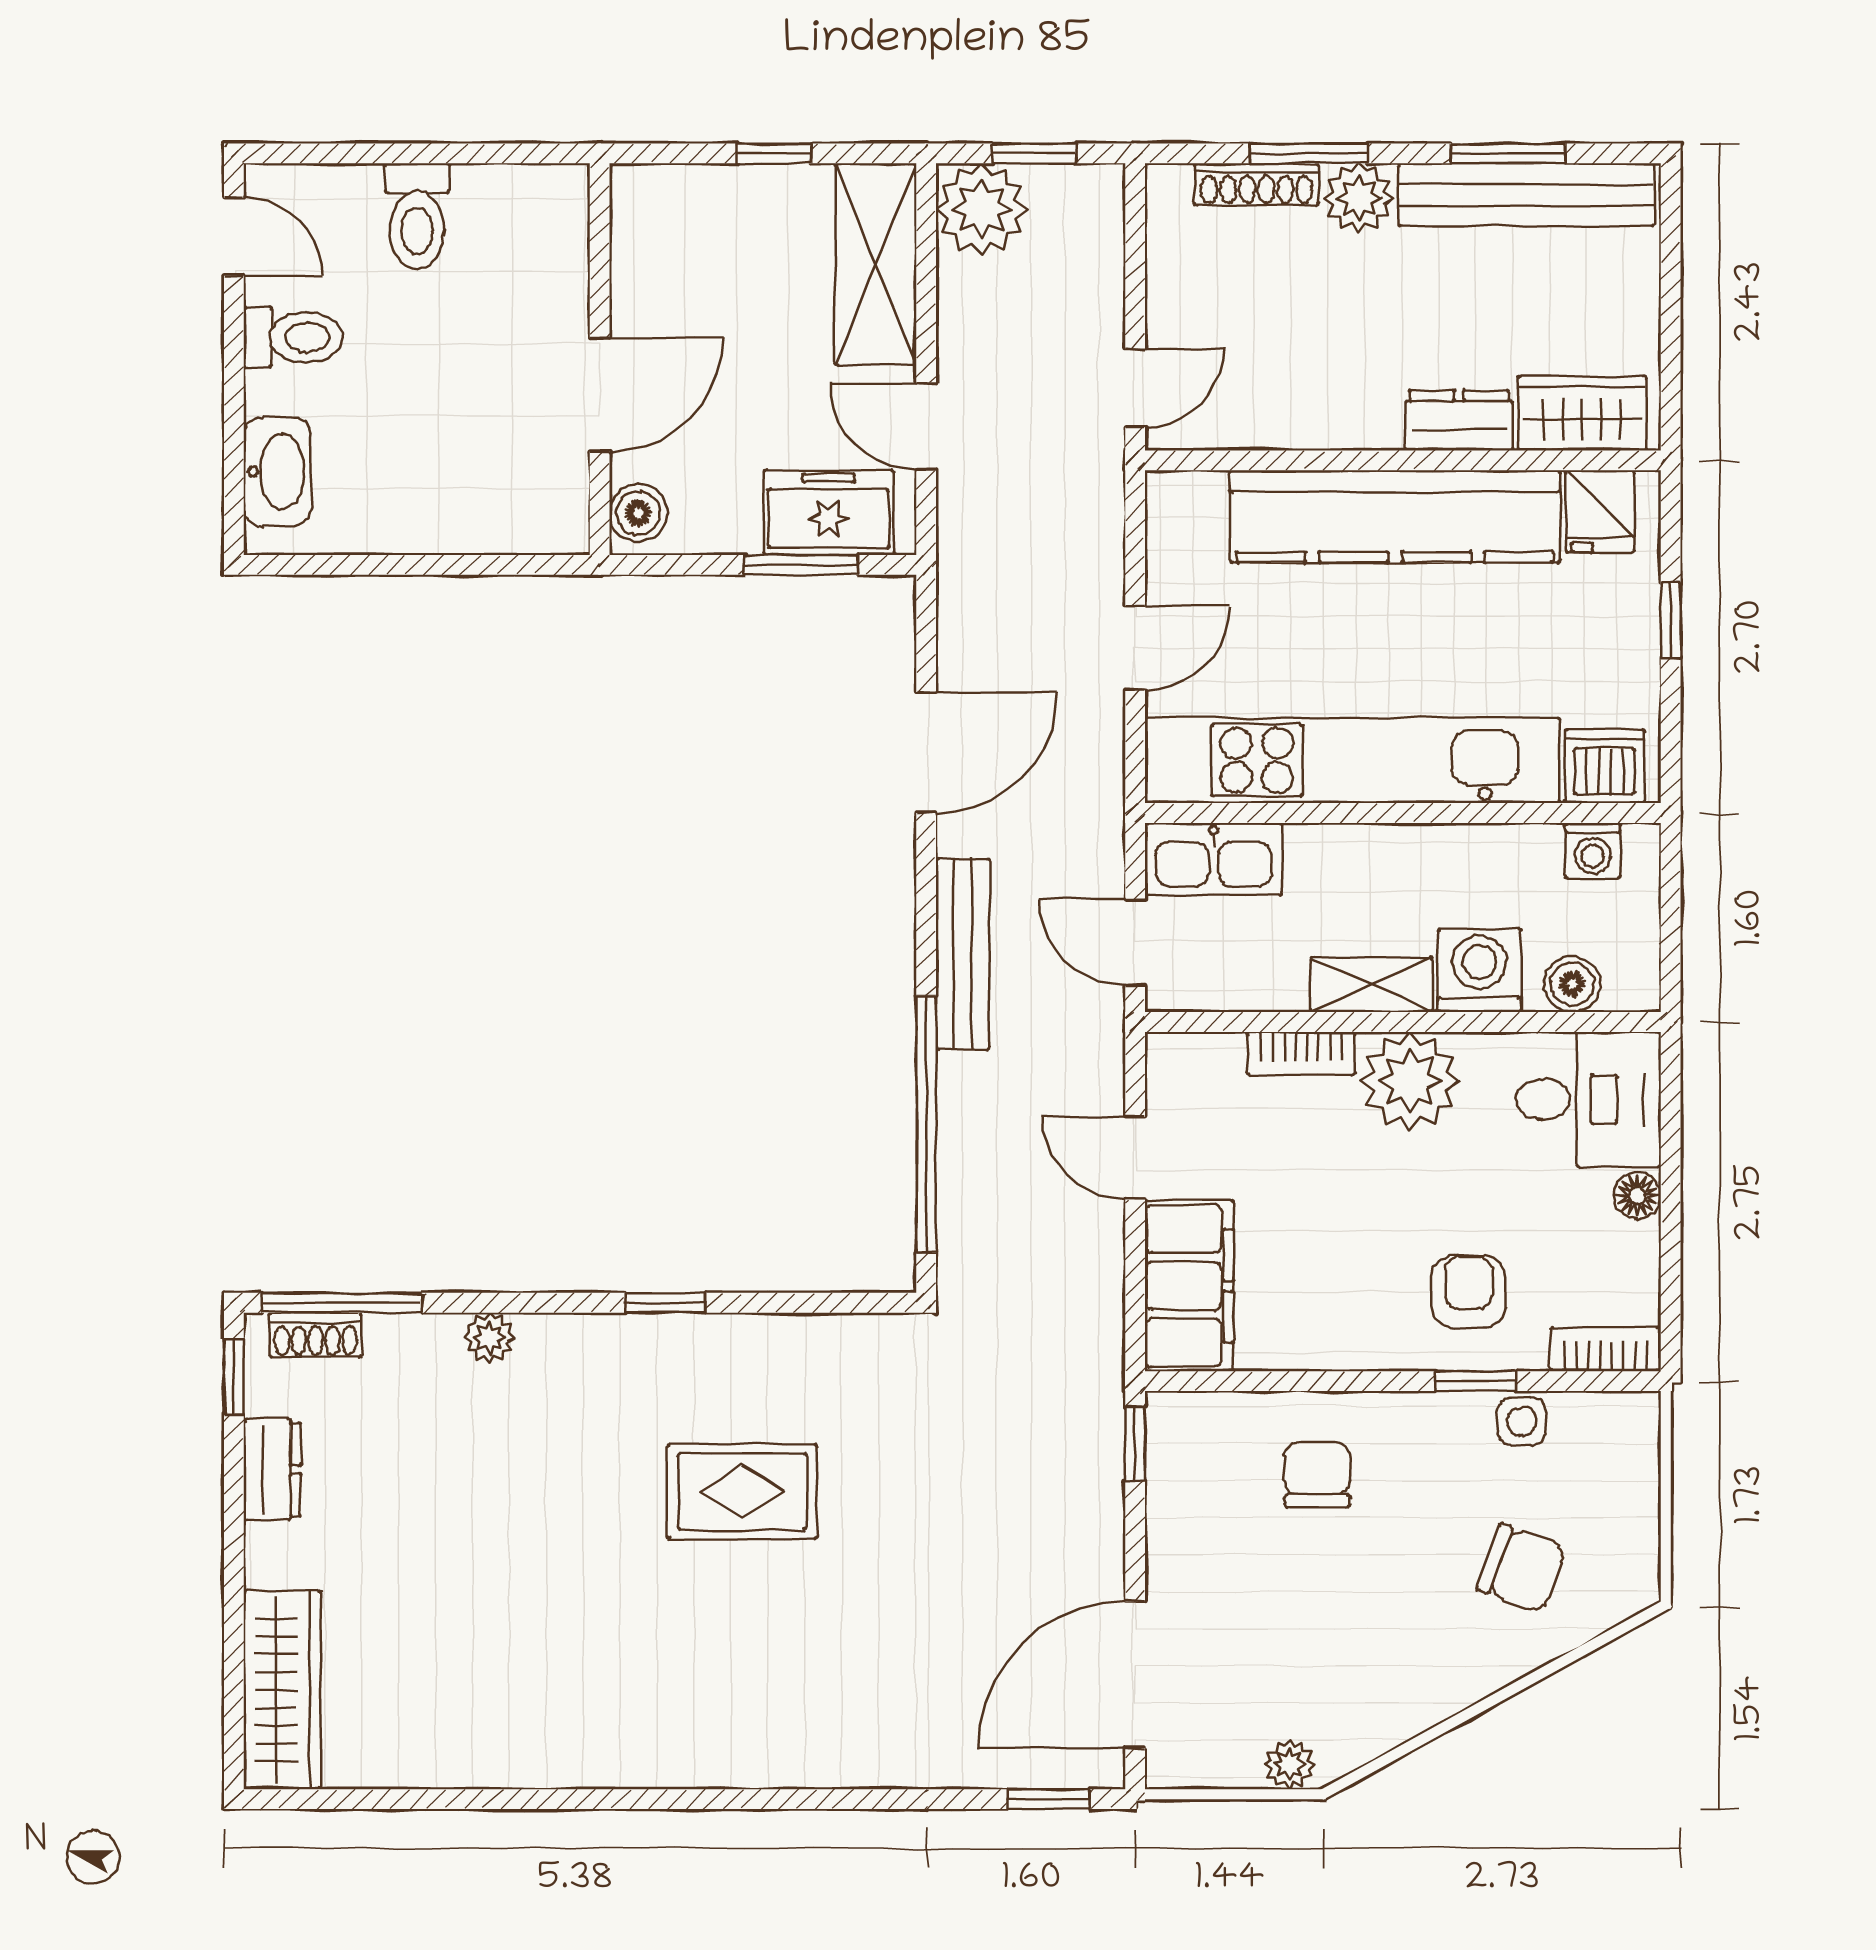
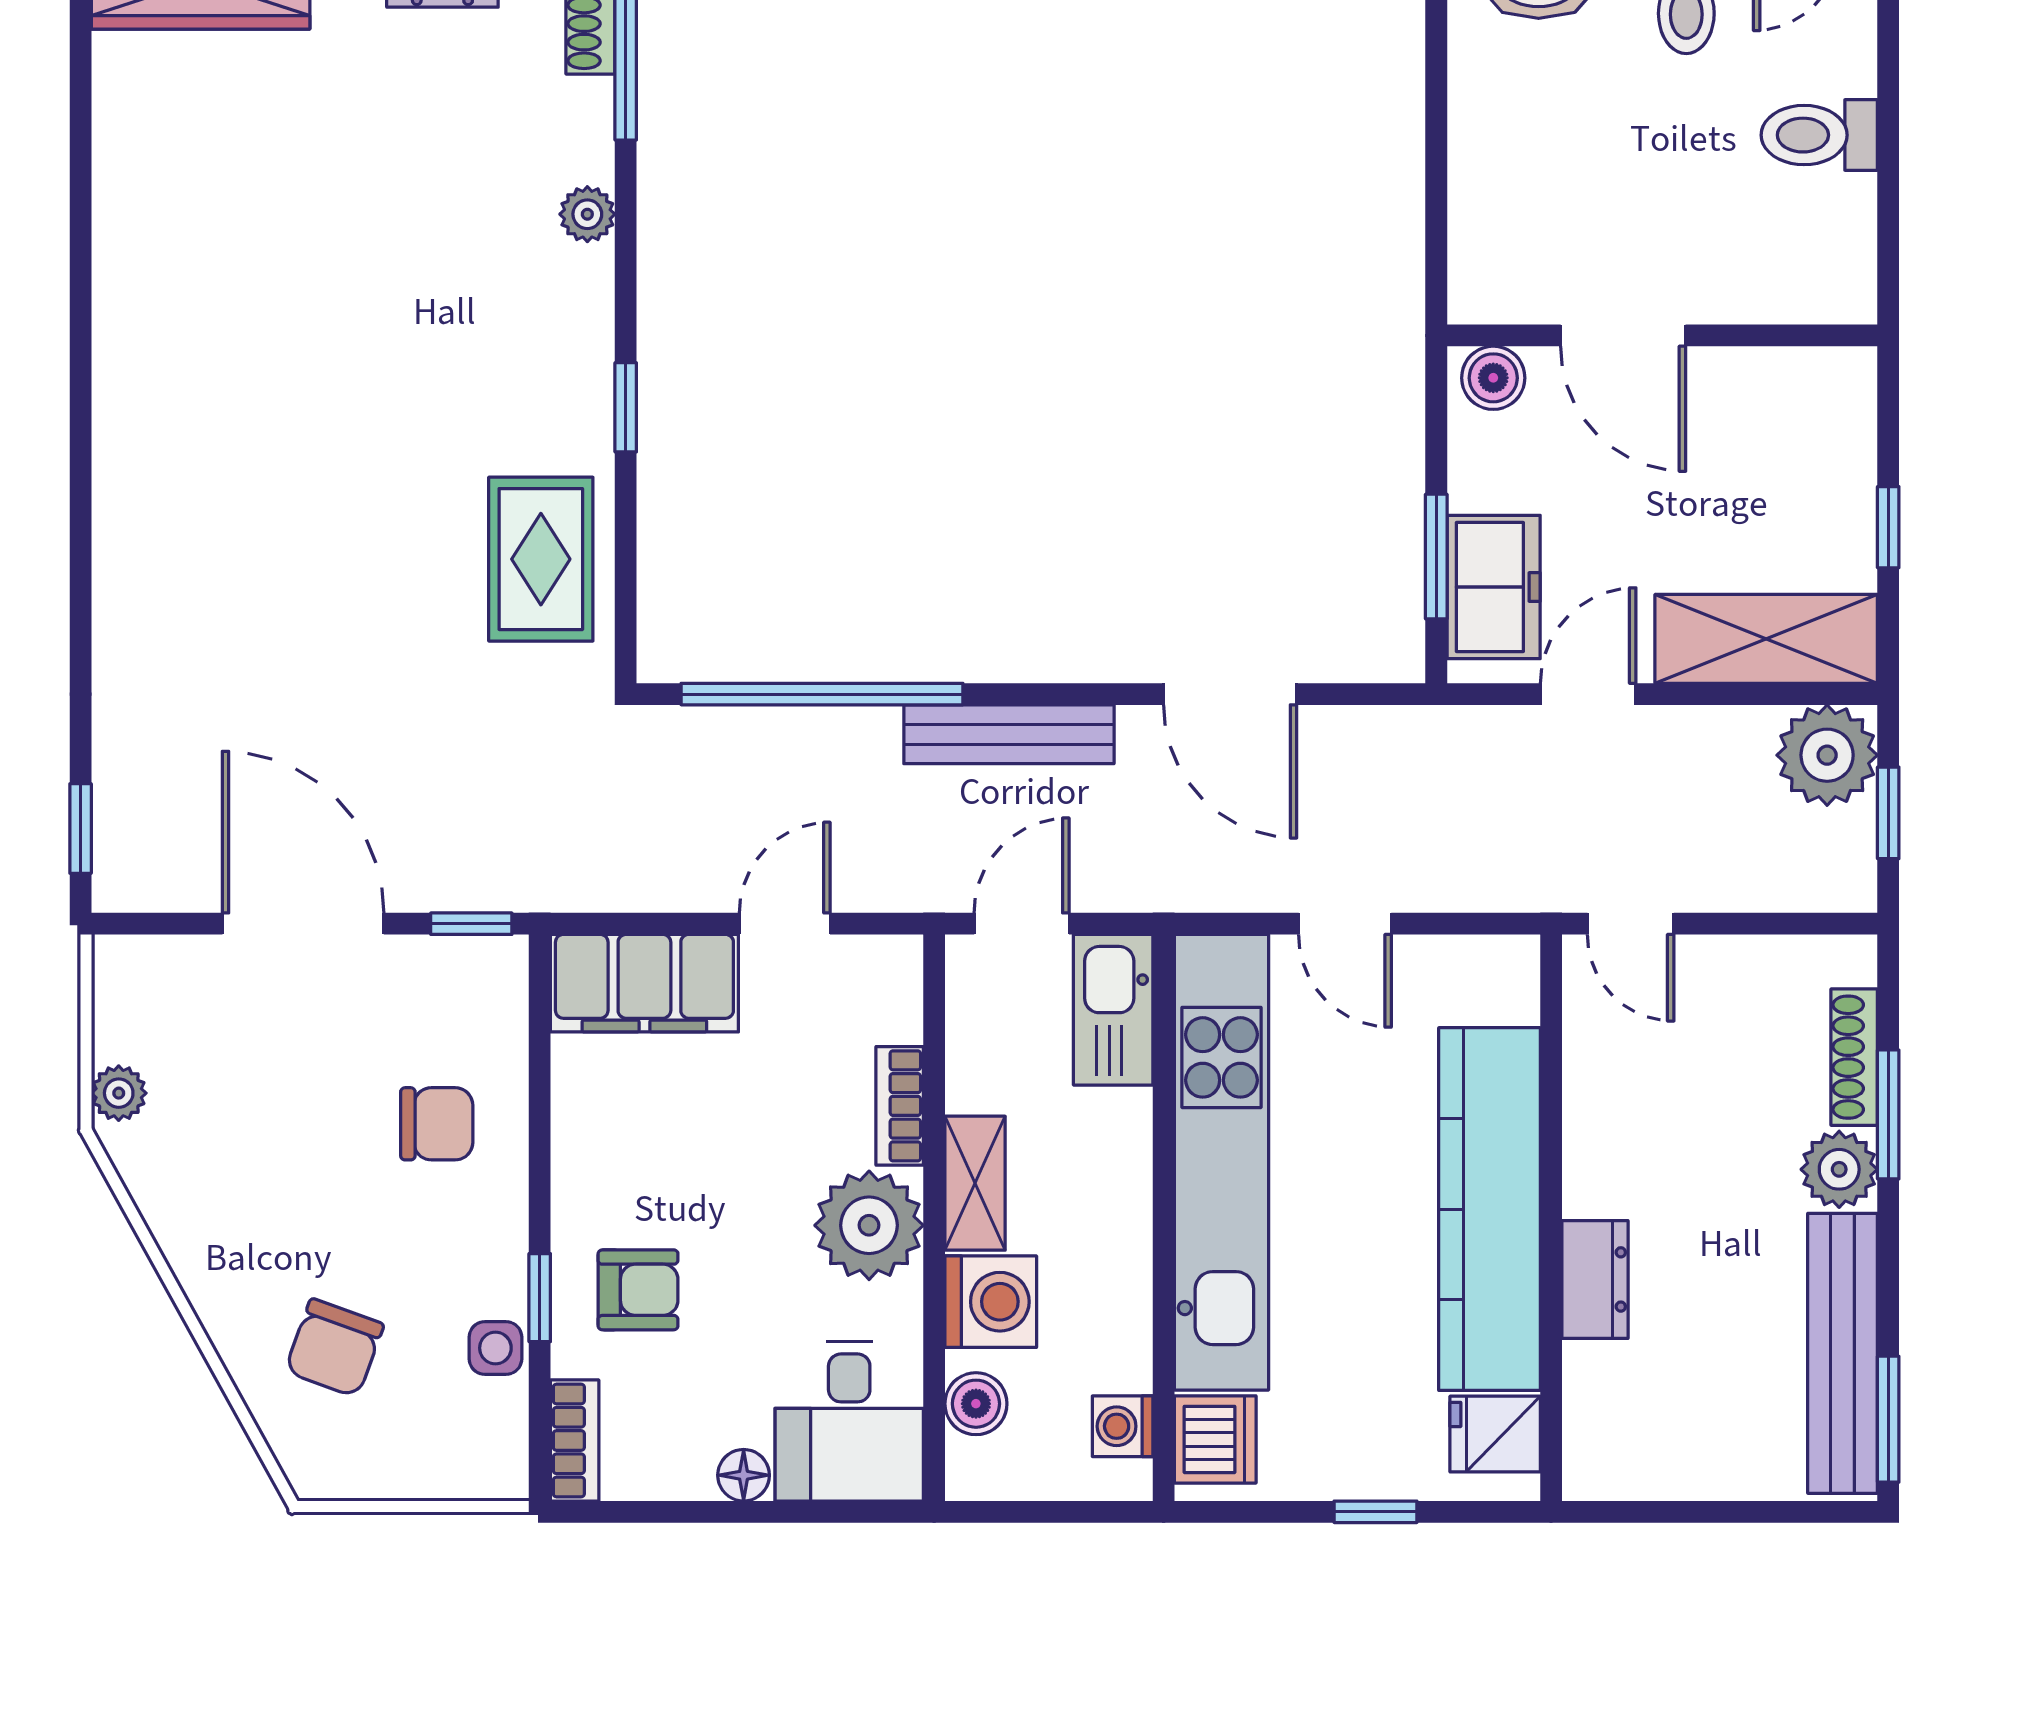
window: (1508, 153) -> (1888, 1419), moved
wardrobe: (1582, 413) -> (1603, 1415), removed
rug: (742, 1491) -> (541, 559), moved
door: (1135, 1675) -> (303, 924), moved

